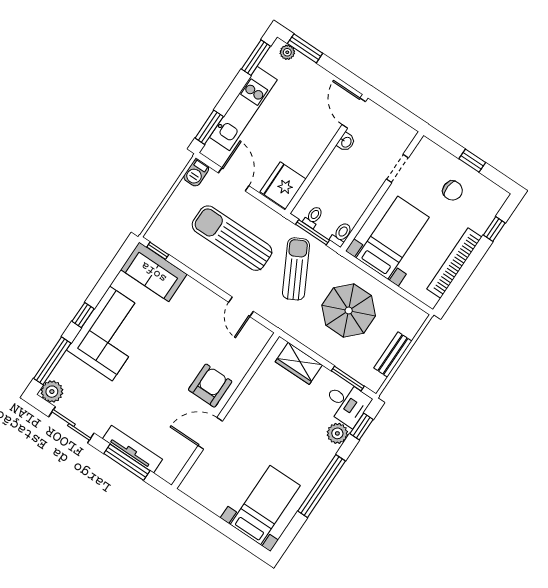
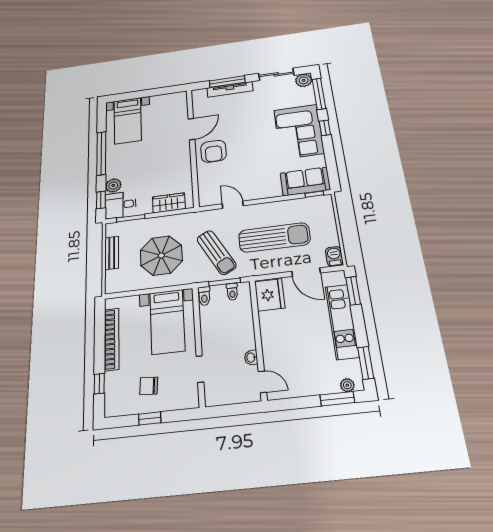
door: (354, 113) -> (262, 382), width x0.73

